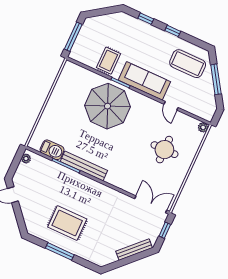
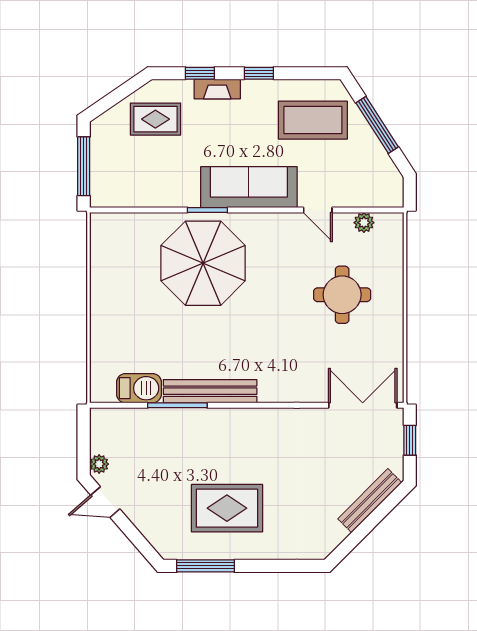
fireplace: (150, 29) -> (217, 89), added
rug: (108, 61) -> (155, 119), moved, turned 90
plant: (203, 127) -> (364, 223), moved
plant: (26, 159) -> (99, 464), moved
window: (60, 251) -> (205, 566), moved

